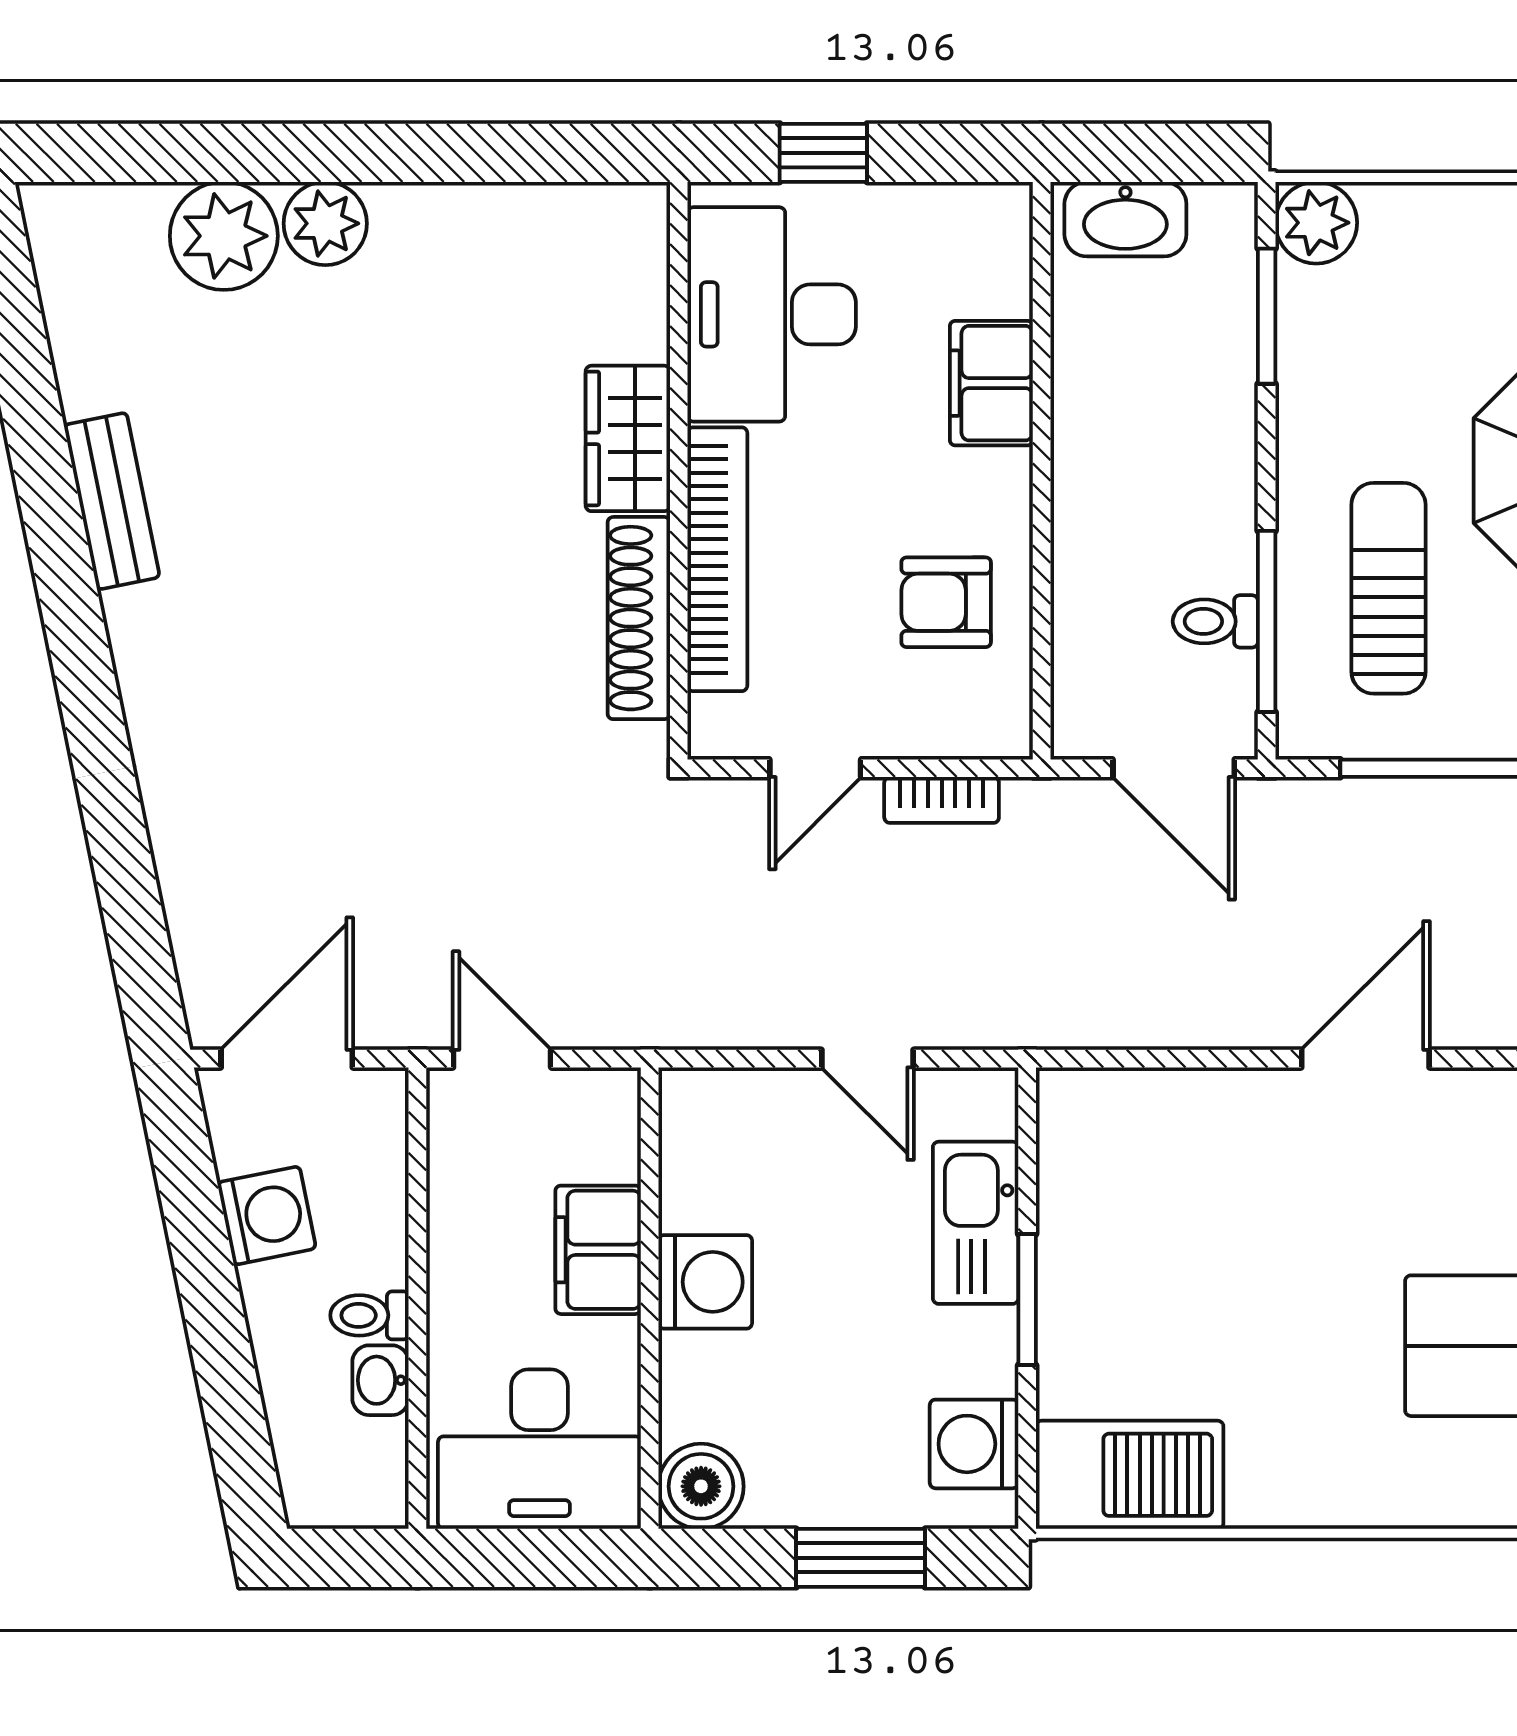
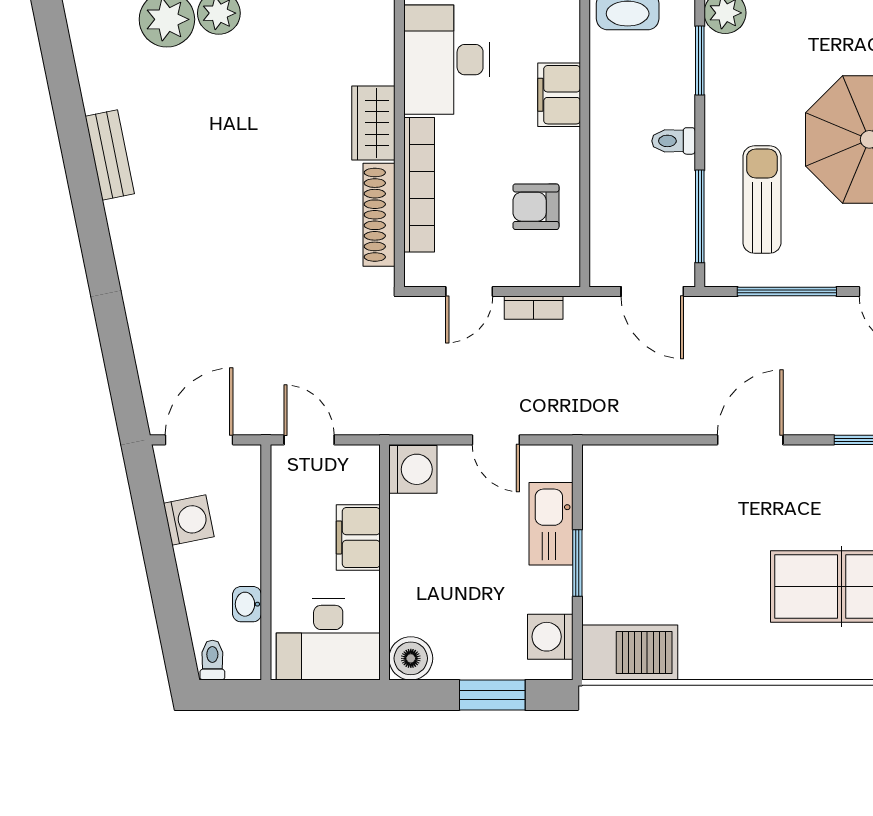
toilet: (1215, 621) -> (674, 141), moved
washing machine: (705, 1282) -> (413, 469), moved
toilet: (370, 1315) -> (212, 660), moved, turned 90

